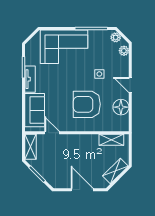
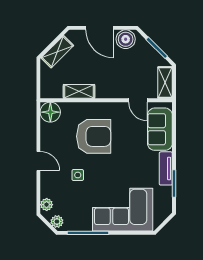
floor lamp: (121, 107) -> (50, 112), moved
shelving: (111, 140) -> (79, 91), moved
boiler: (62, 181) -> (126, 39), added

